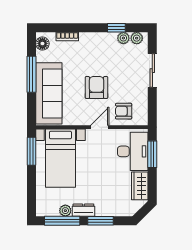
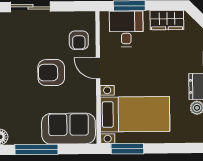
sofa: (49, 93) -> (68, 129), width x0.73
desk: (133, 151) -> (126, 29), width x0.73

